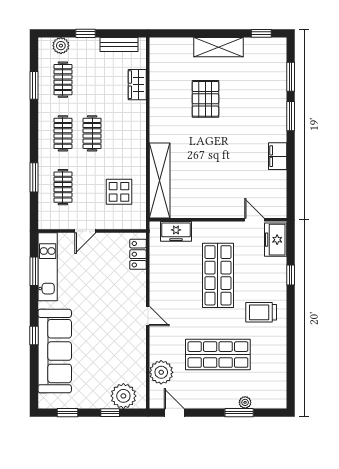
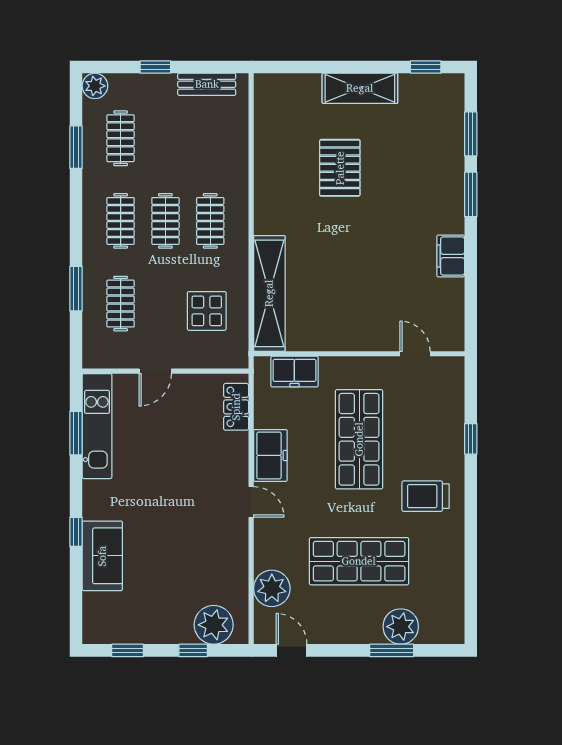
plant: (61, 46) -> (95, 86), moved
wardrobe: (137, 85) -> (235, 146), removed
clothes rail: (121, 133) -> (210, 221), added
freezer: (276, 240) -> (270, 455), moved, turned 180
sofa: (55, 351) -> (102, 556), width x0.54, depth x0.79
plant: (245, 402) -> (401, 627), width x1.88, depth x1.88

